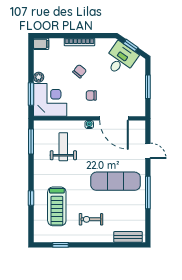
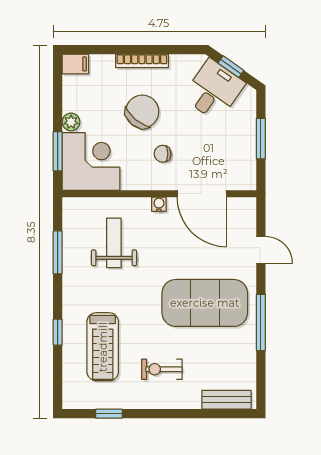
chair: (80, 71) -> (142, 112), width x1.87, depth x1.87
window: (31, 141) -> (58, 252), moved
exercise mat: (116, 181) -> (205, 303), width x1.47

